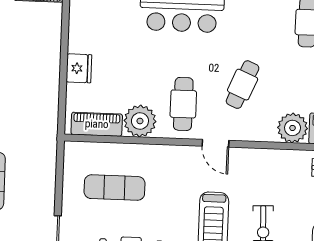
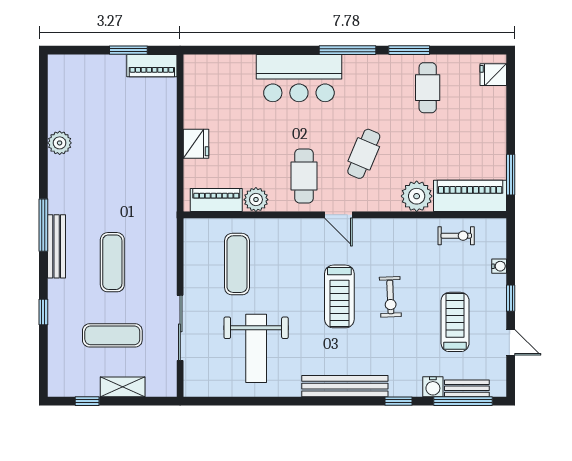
plant: (140, 121) -> (256, 200), width x0.73, depth x0.73
exercise mat: (114, 188) -> (237, 264), turned 90

